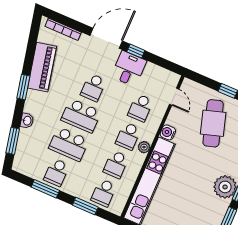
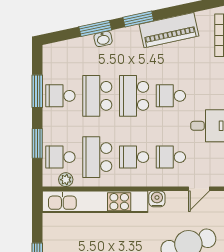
window: (13, 141) -> (95, 28), moved
plant: (144, 147) -> (66, 180), moved
school desk: (116, 164) -> (97, 157), width x1.85

